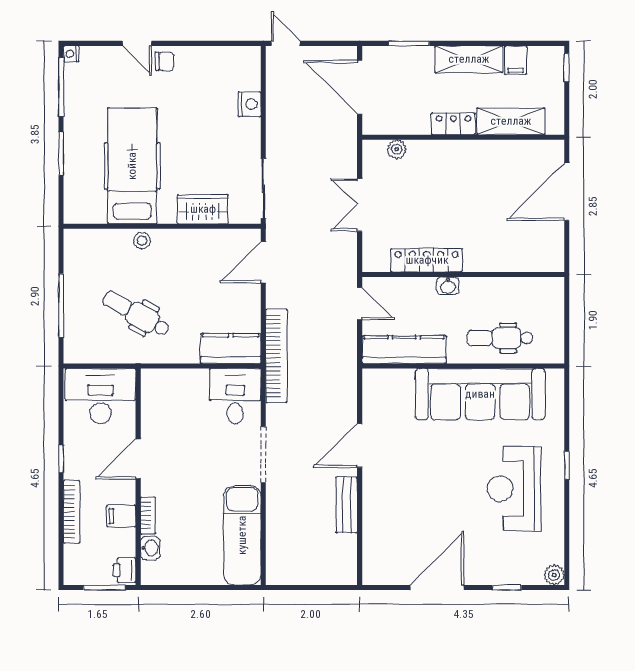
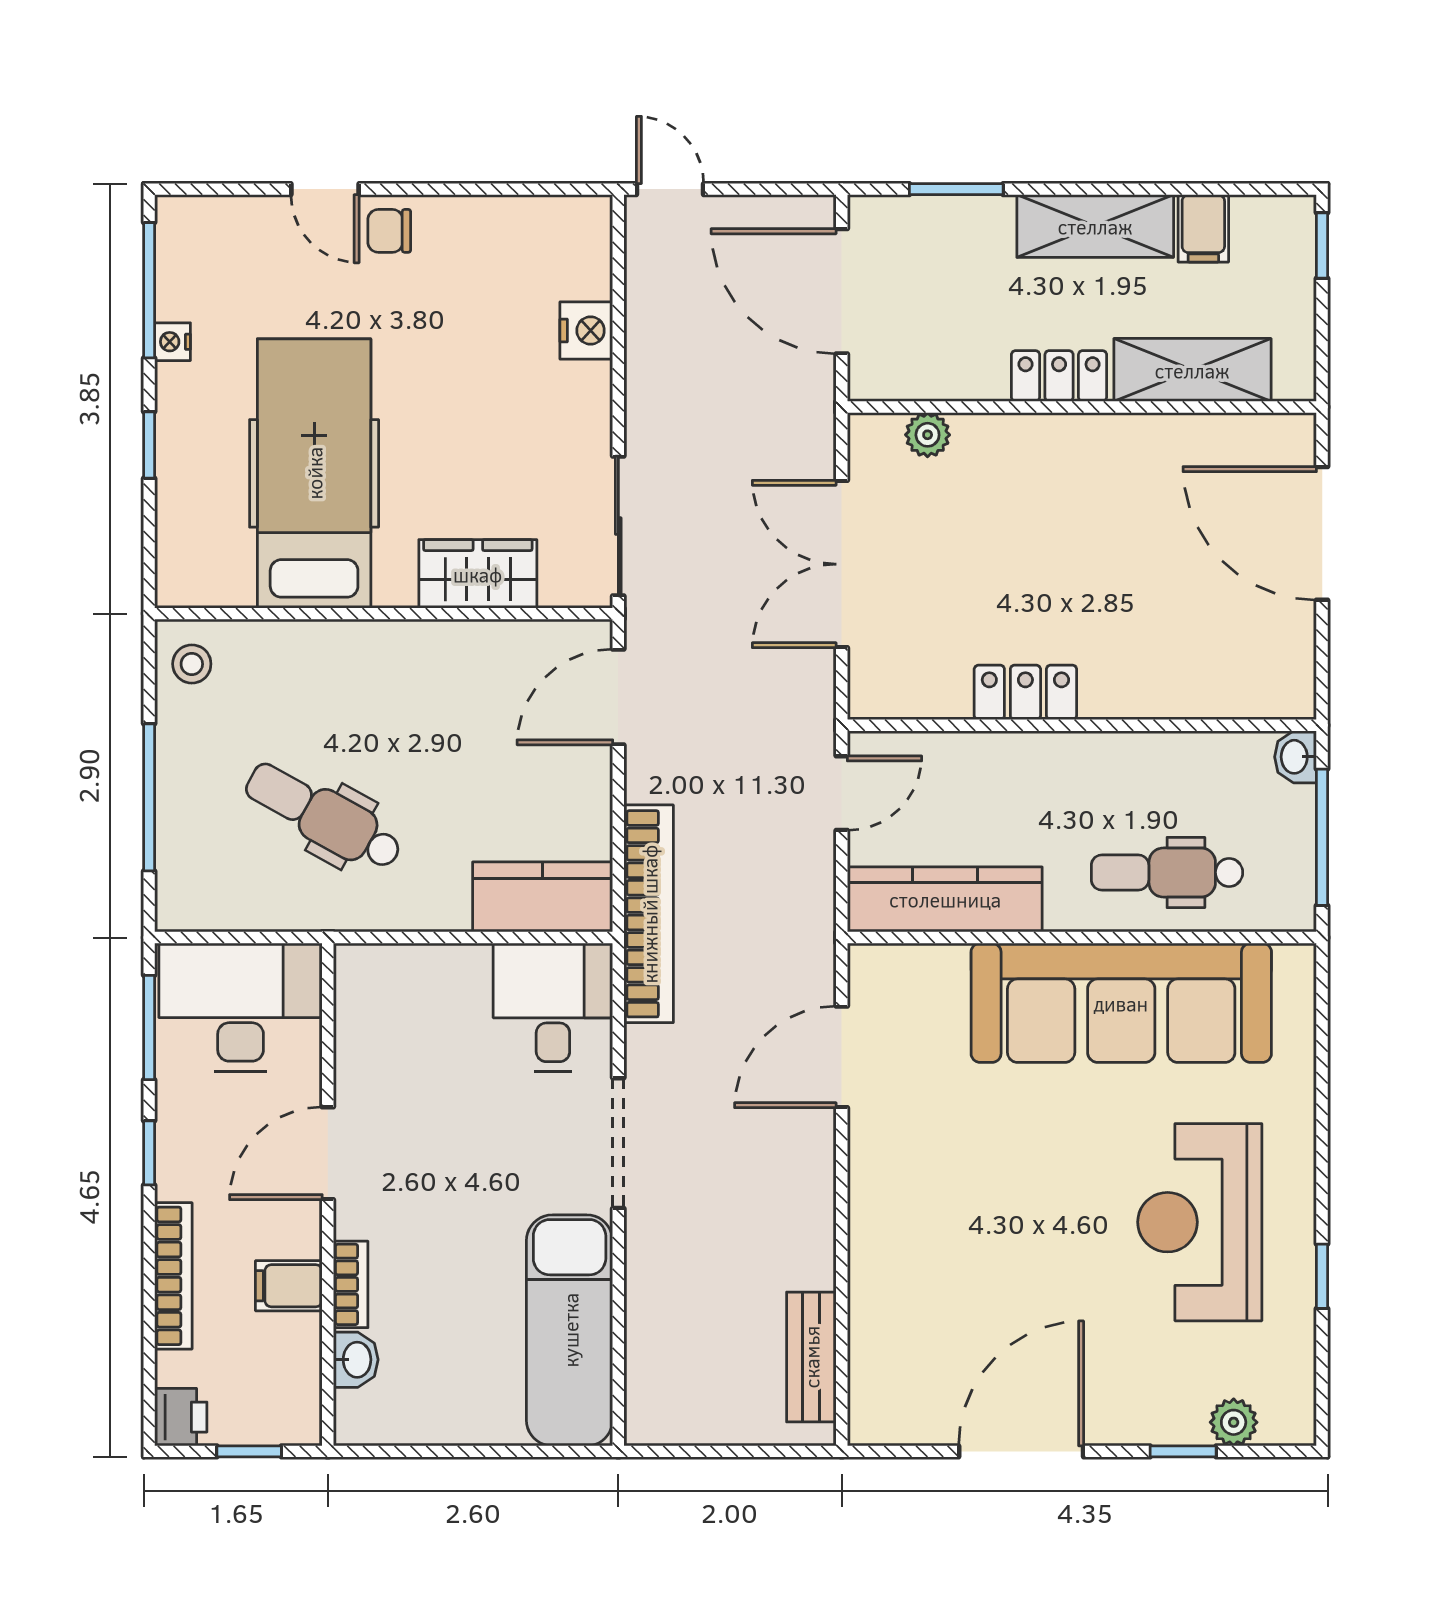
nightstand: (71, 54) -> (173, 342), moved
chair: (165, 61) -> (389, 231), turned 180
window: (61, 154) -> (149, 445), width x0.67
door: (567, 192) -> (1322, 533), hinge flipped
double door: (360, 205) -> (842, 564), width x1.37
stool: (142, 241) -> (192, 664), moved
locker: (427, 260) -> (1025, 692), width x0.66
washbasin: (448, 286) -> (1295, 757), moved, turned 90
door: (360, 304) -> (842, 793), hinge flipped
window: (567, 323) -> (1322, 837), added
window: (61, 405) -> (149, 1027), added
door: (360, 445) -> (842, 1057), moved
window: (567, 465) -> (1322, 1276), moved
bench: (347, 505) -> (811, 1357), moved
printer: (124, 570) -> (181, 1417), moved, turned 180
plant: (554, 575) -> (1234, 1422), moved
window: (104, 588) -> (249, 1451), width x0.67

